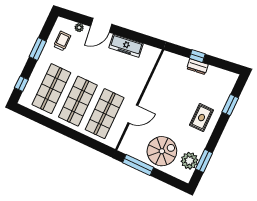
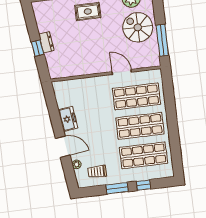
freezer: (126, 46) -> (68, 119), width x0.71
window: (21, 84) -> (144, 185), moved

